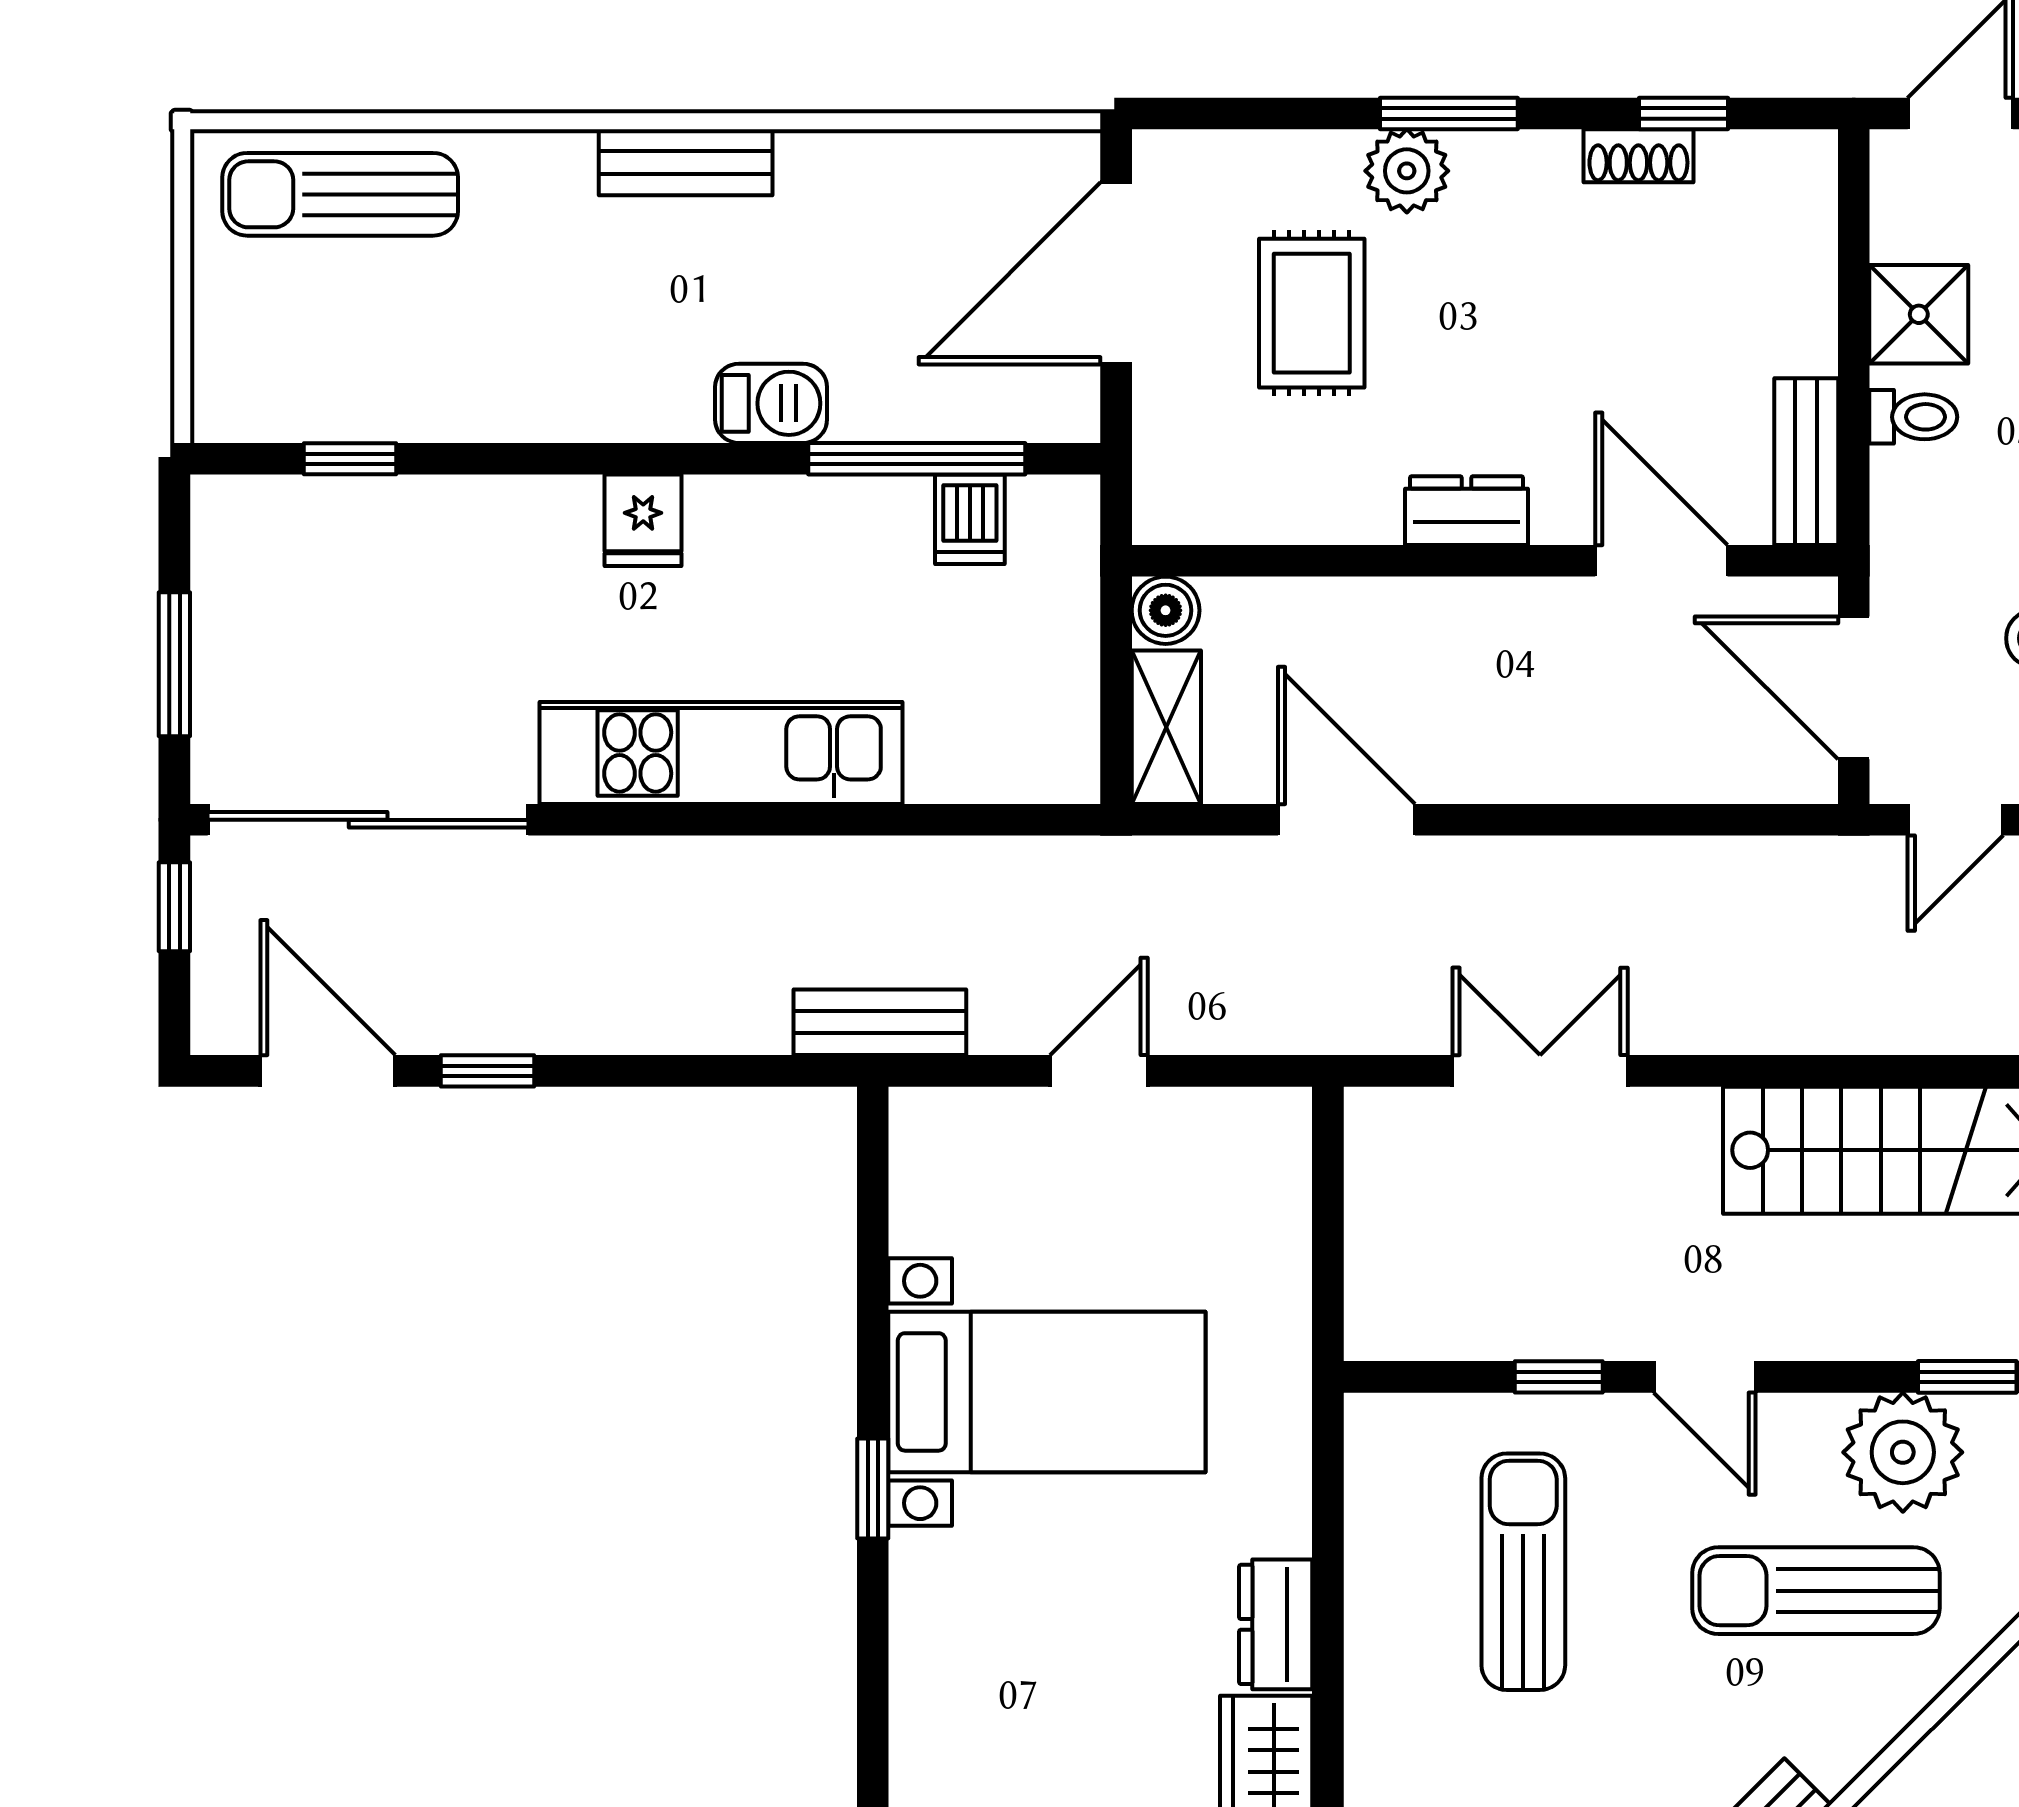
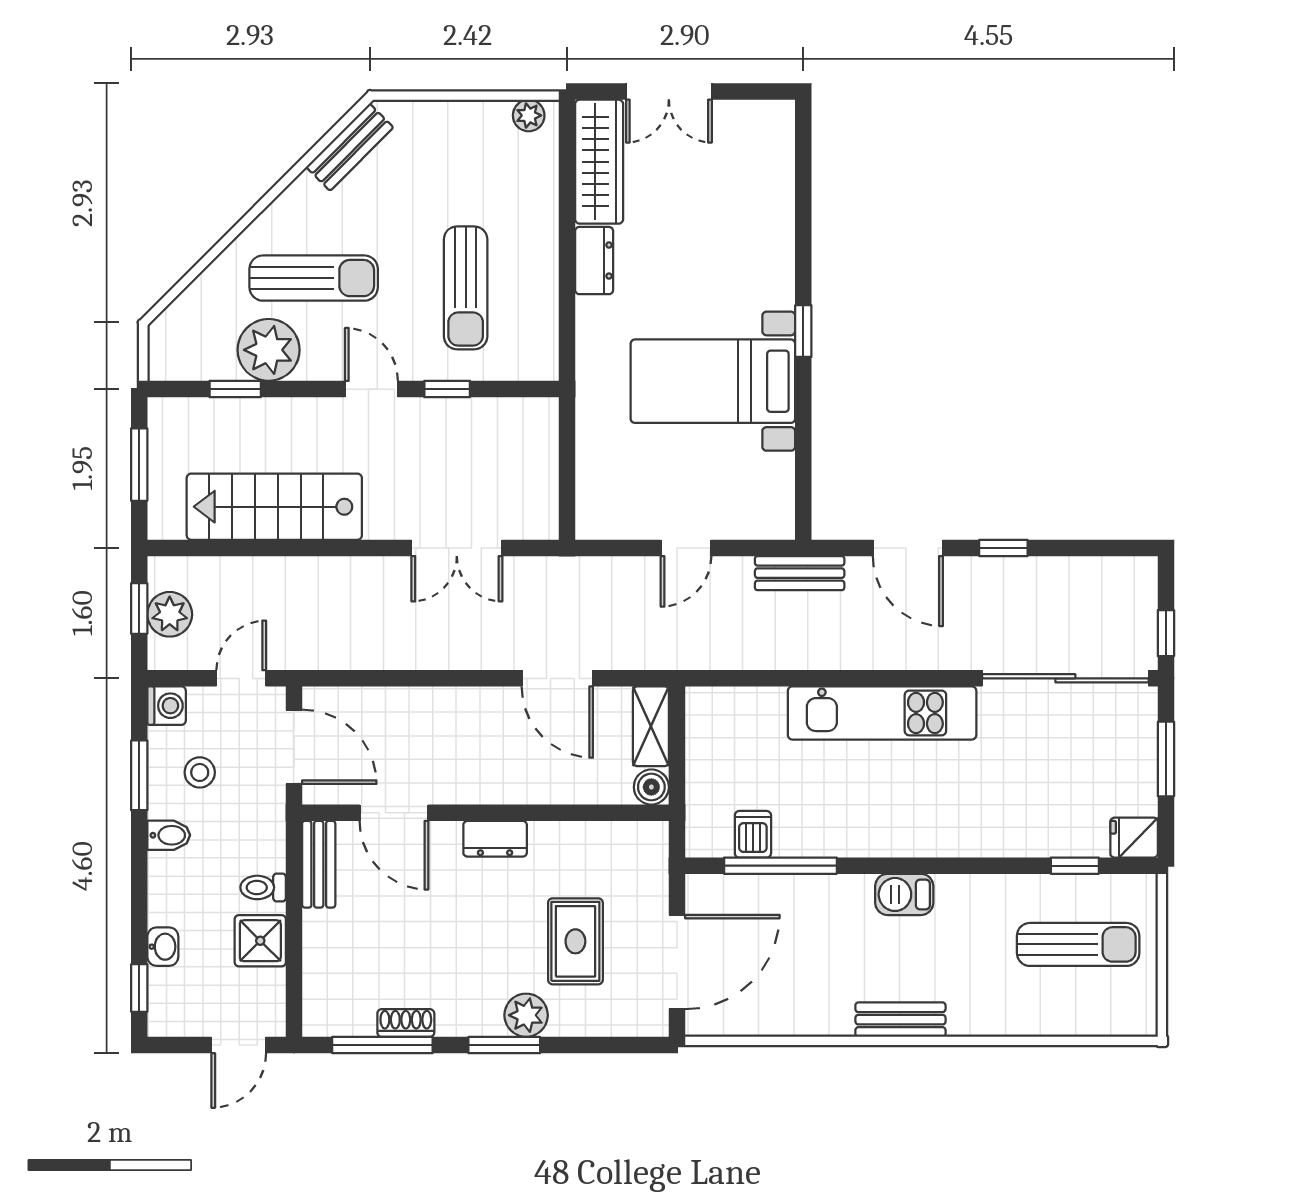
window: (1683, 113) -> (382, 1045), width x2.17
sun lounger: (340, 194) -> (1078, 944), moved
barbecue: (771, 403) -> (904, 894), moved
fridge: (643, 520) -> (1134, 838), moved, turned -90
door: (328, 1071) -> (908, 548), moved

